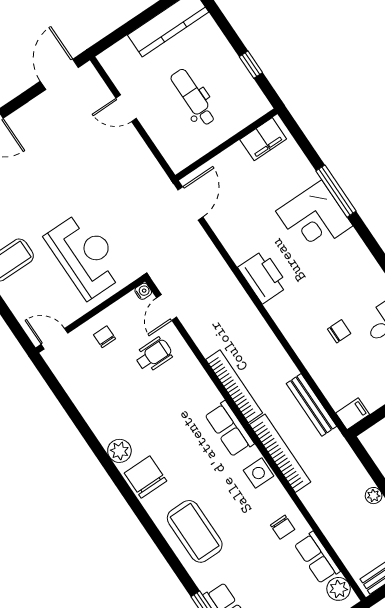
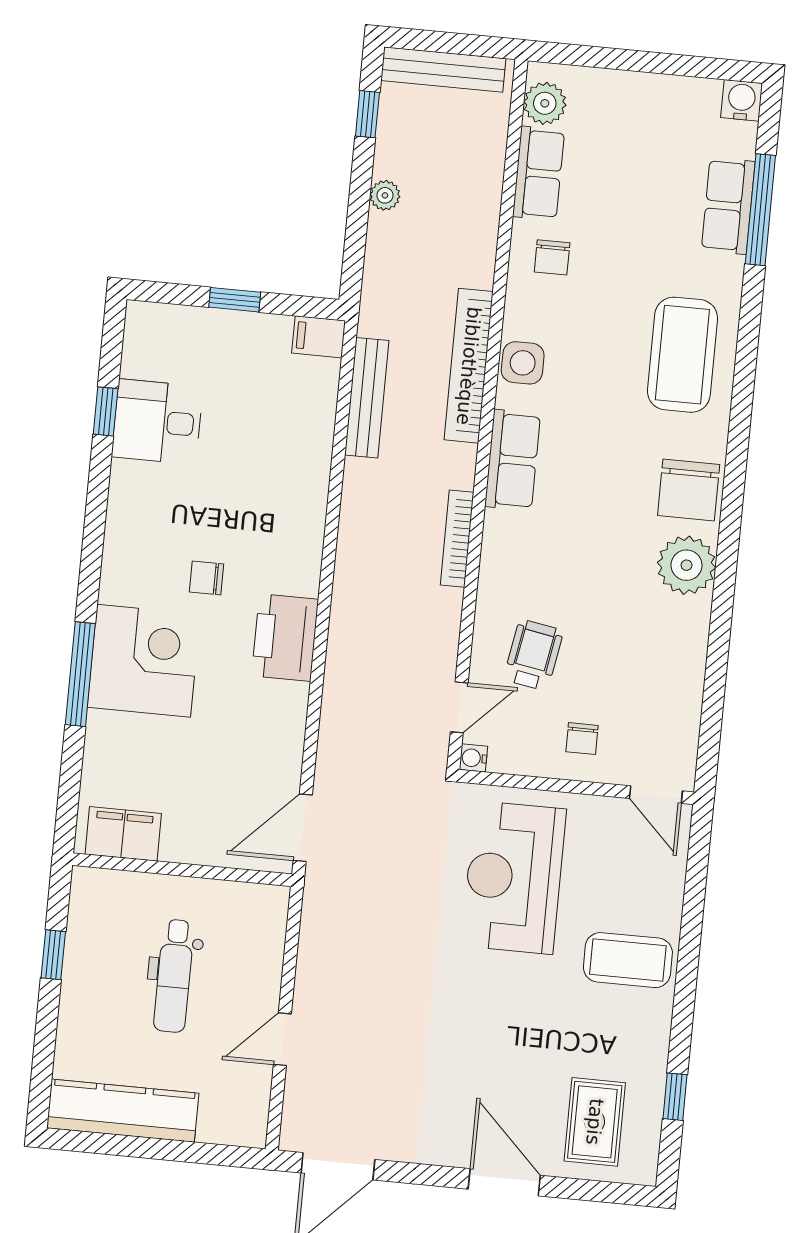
door: (126, 108) -> (282, 1039), swing flipped
chair: (339, 331) -> (206, 578), moved
wheelchair: (154, 355) -> (533, 655), turned 100
bookcase: (234, 386) -> (457, 539), width x0.68, depth x0.76
plant: (119, 451) -> (686, 565), width x1.36, depth x1.36
chair: (283, 527) -> (552, 257), turned 180

